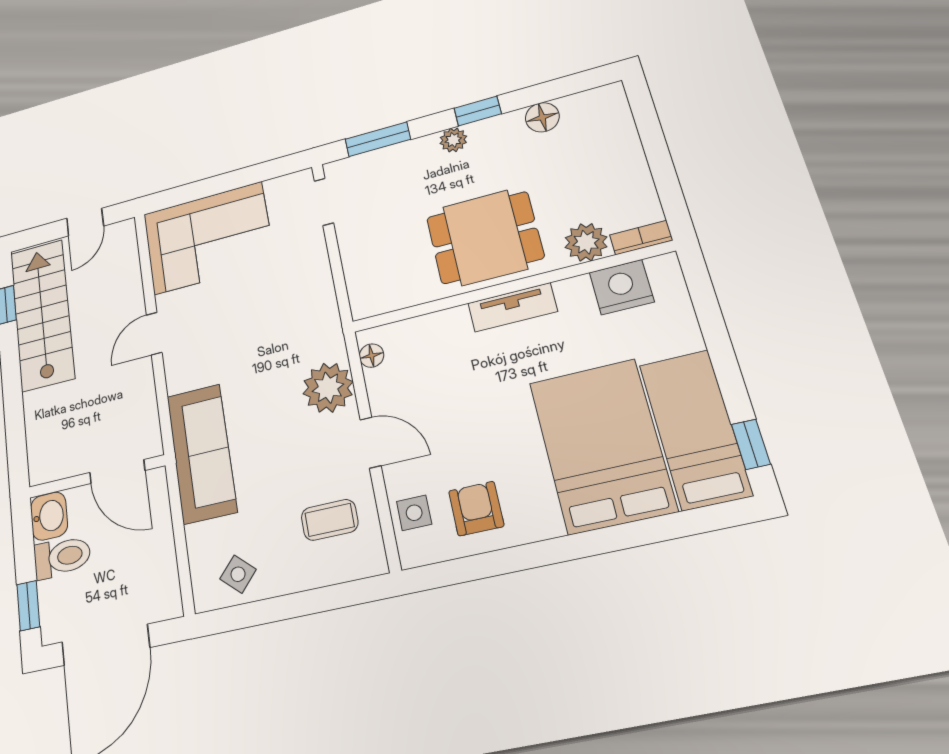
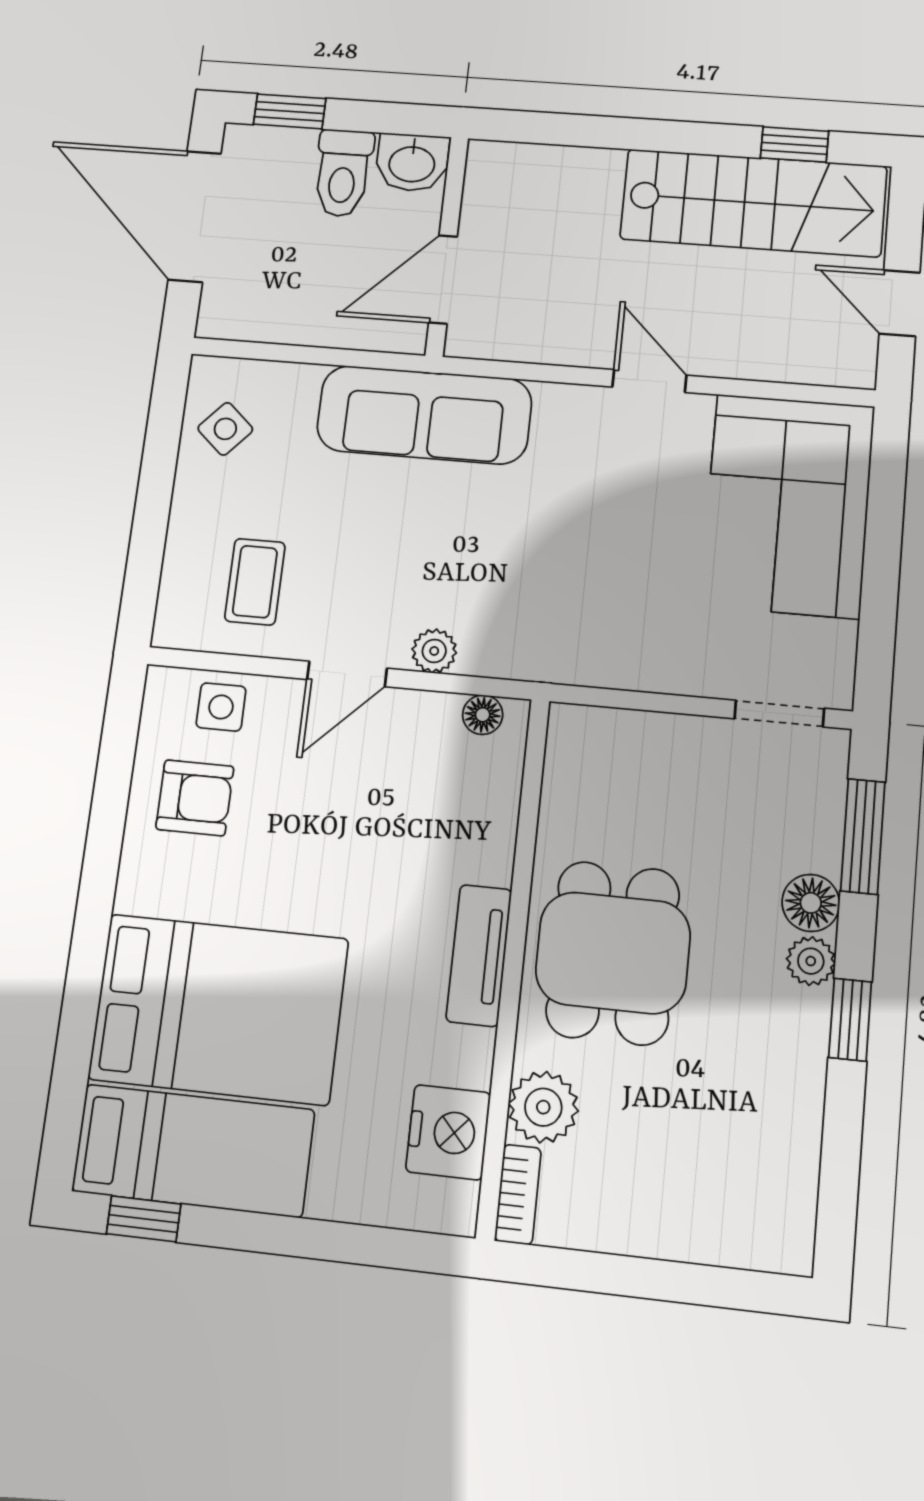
floor lamp: (542, 117) -> (811, 903), moved
plant: (328, 388) -> (434, 651), width x0.53, depth x0.53

